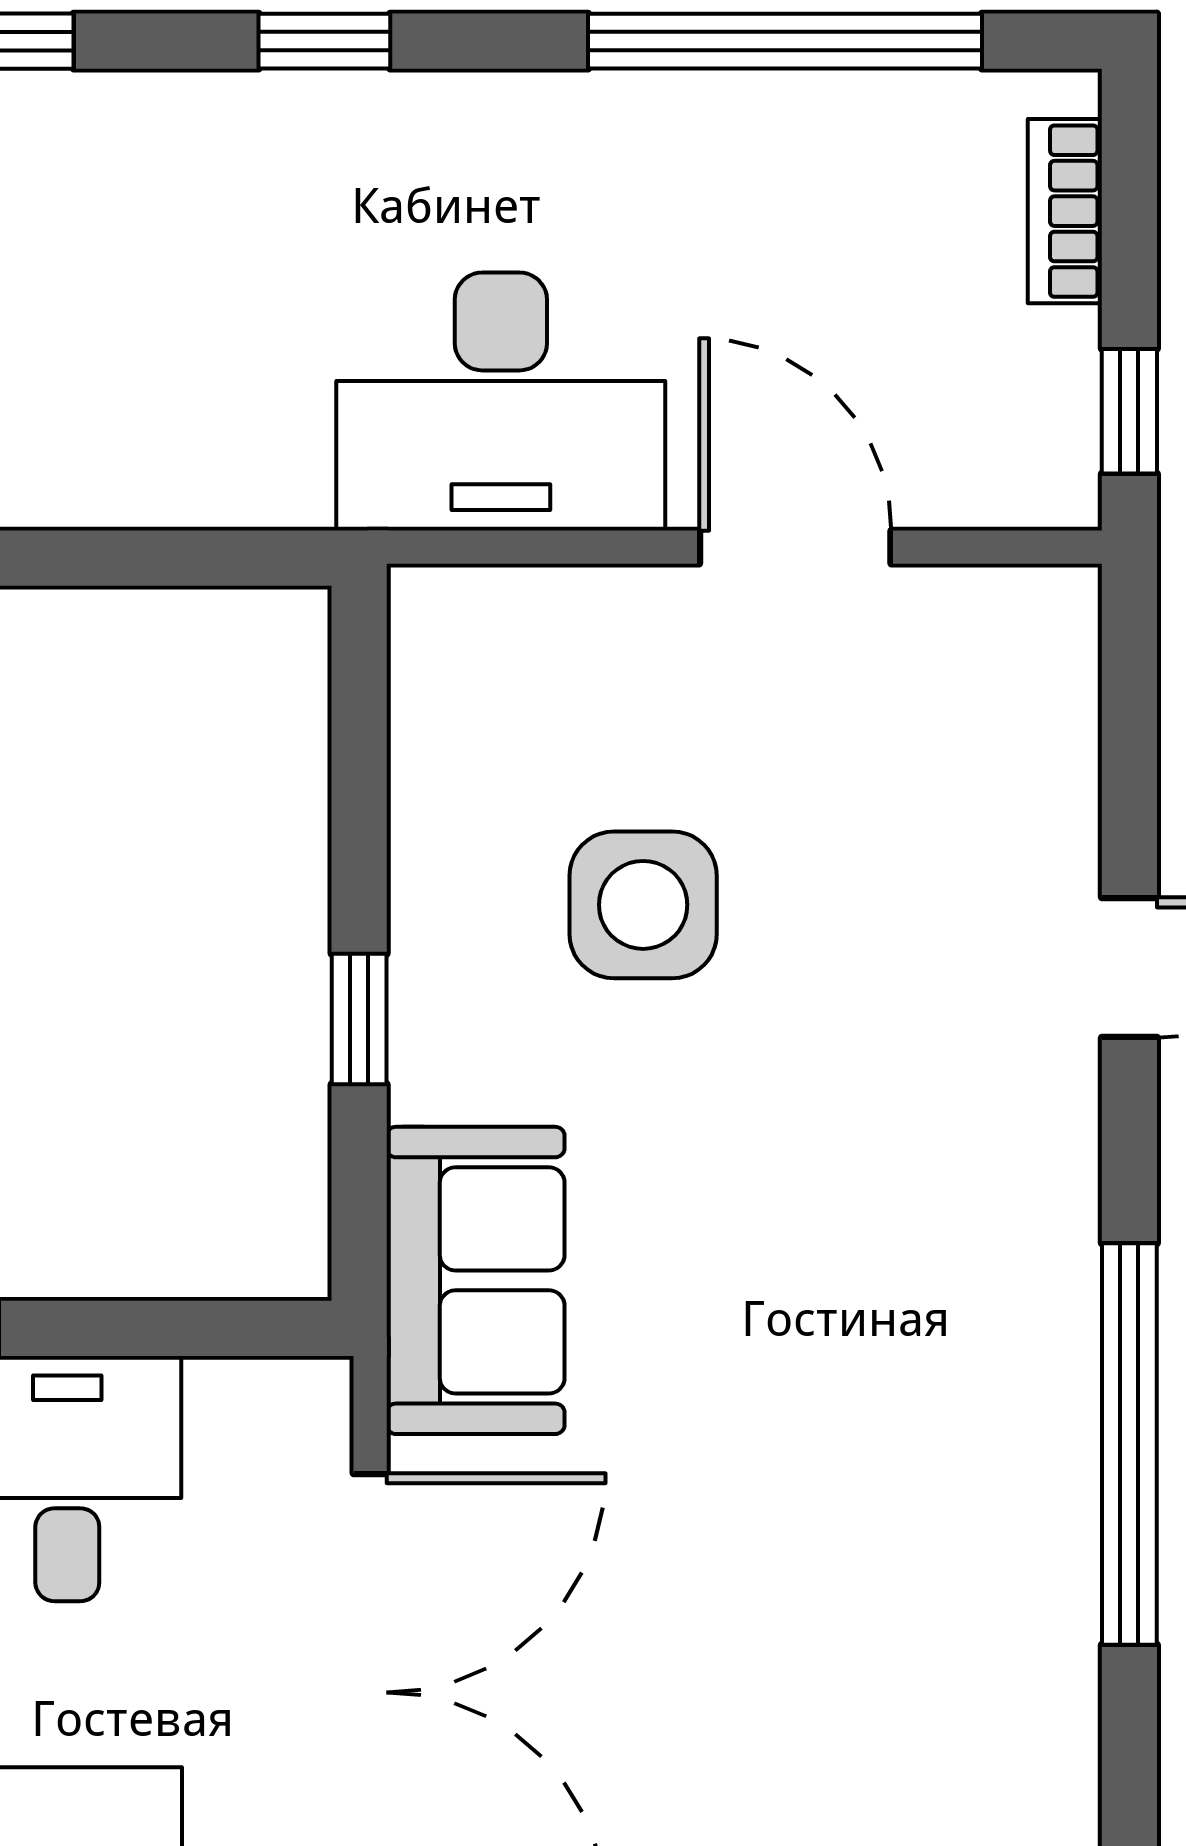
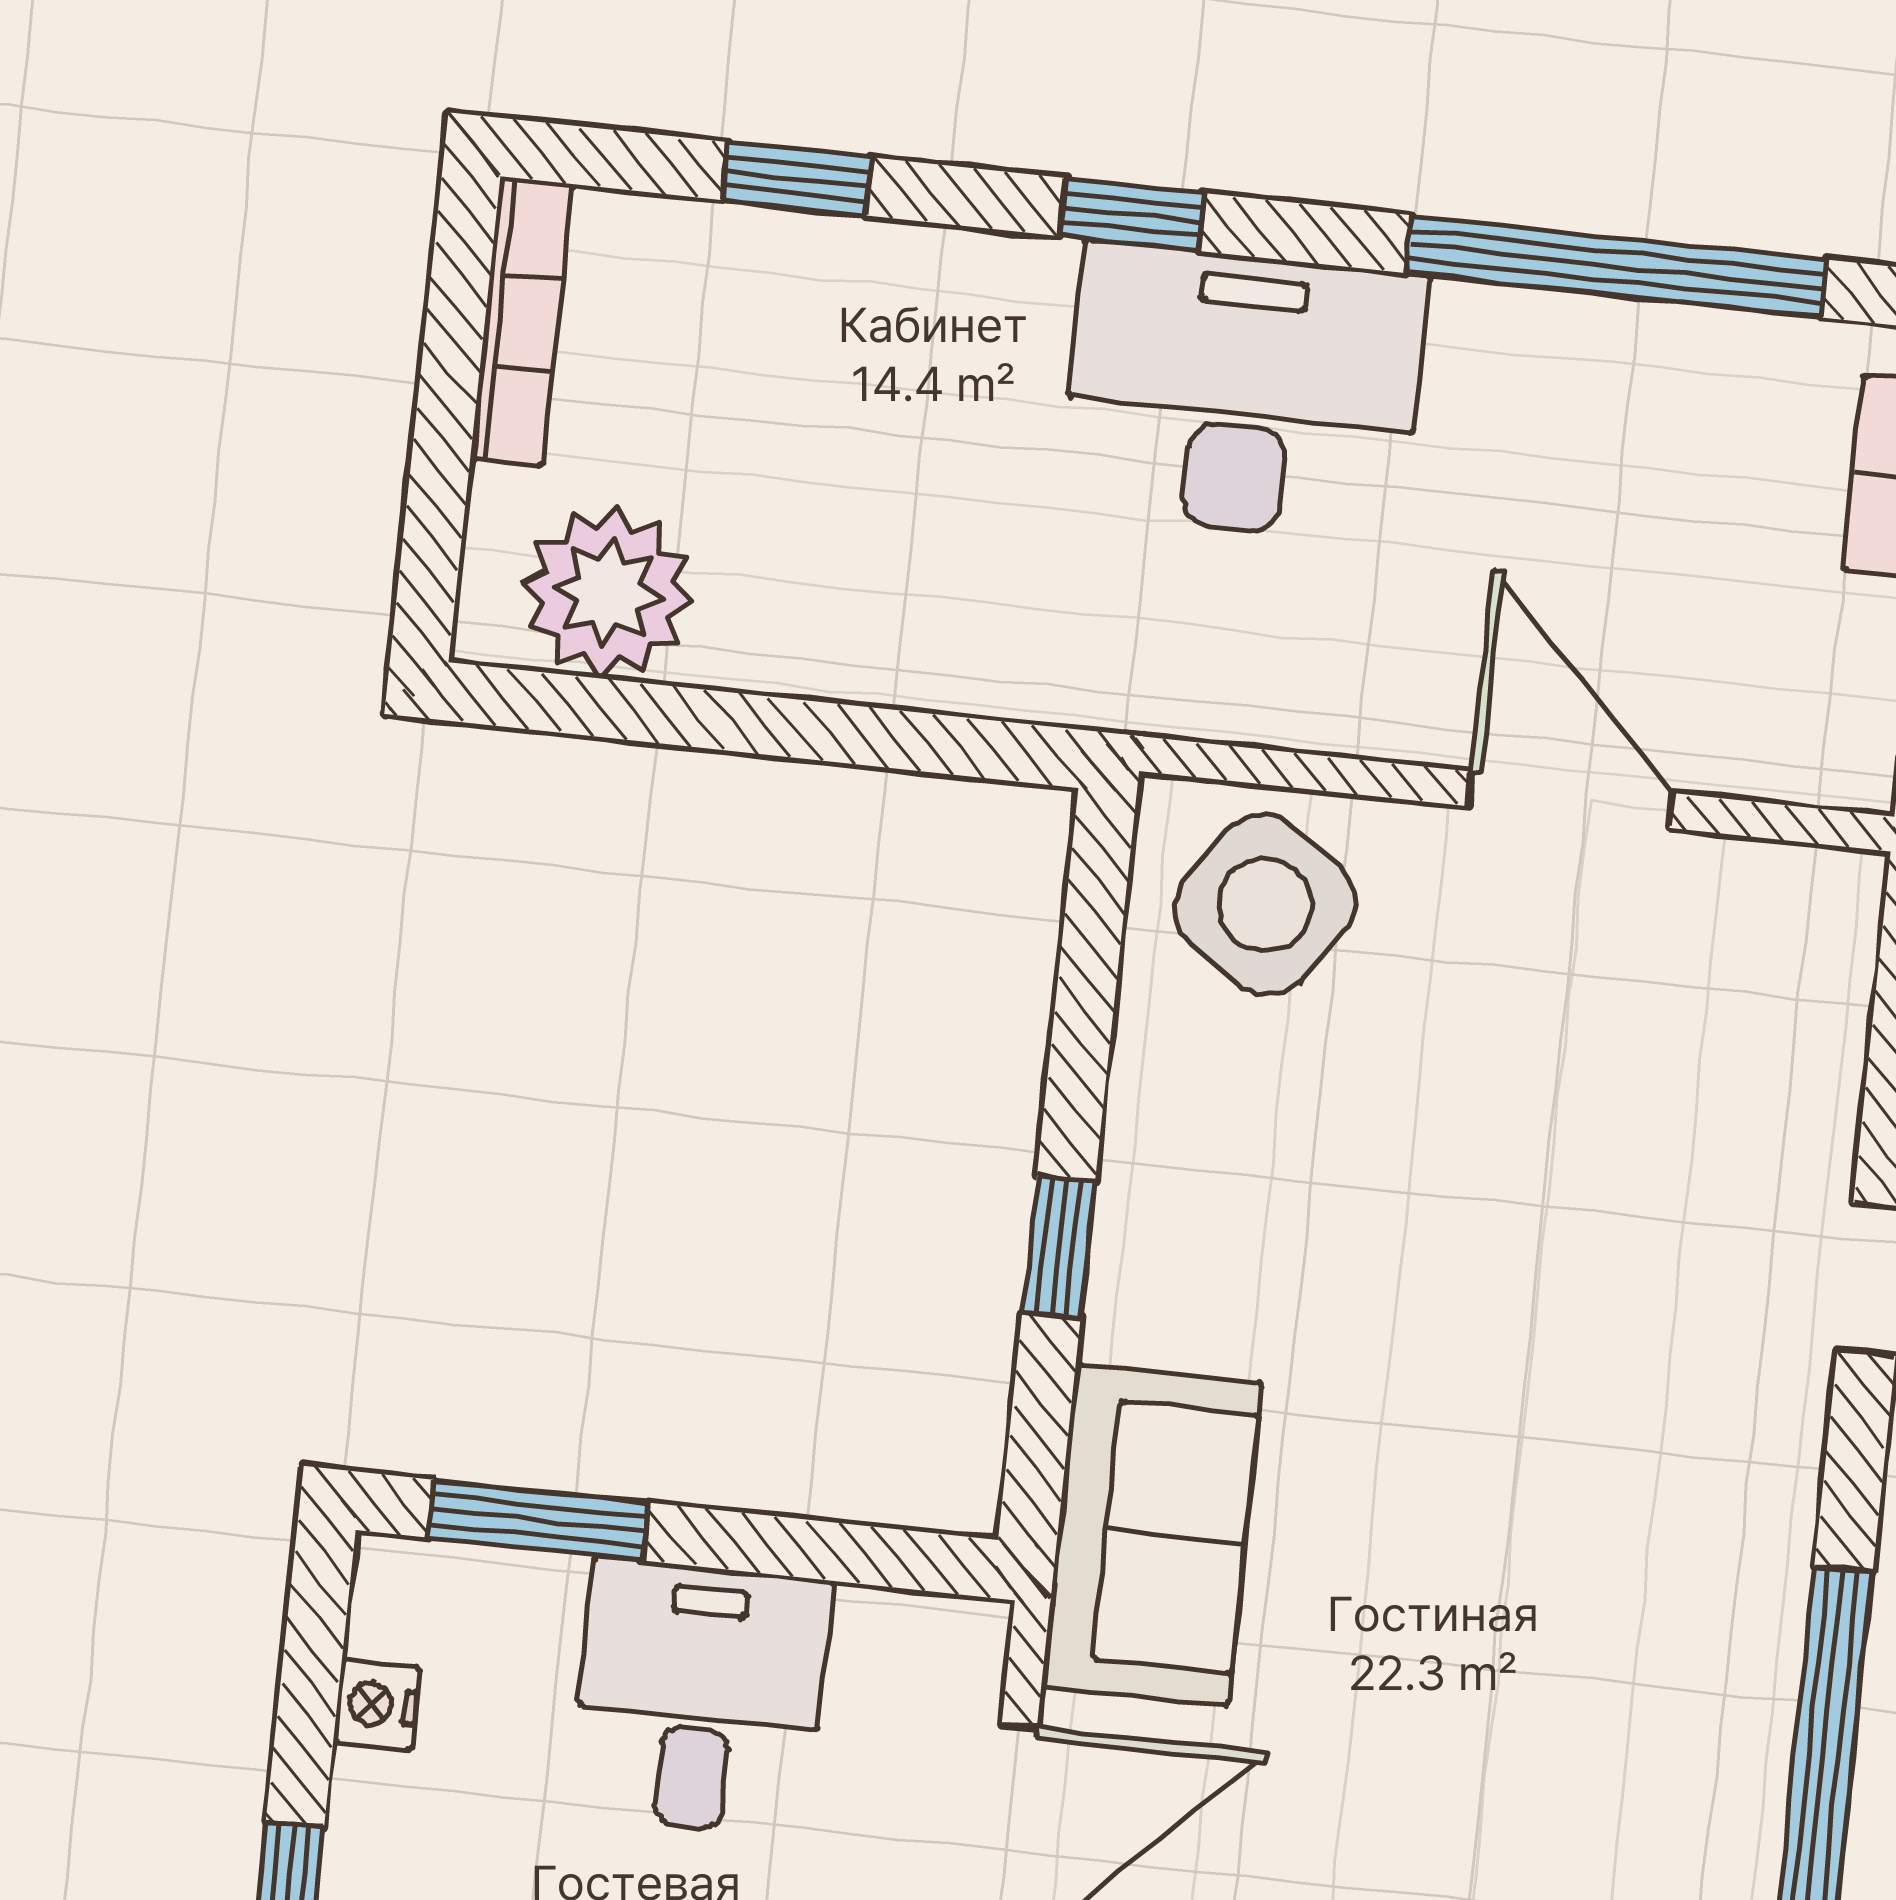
desk: (501, 402) -> (1243, 393), moved, turned 180
side table: (643, 905) -> (1265, 905), moved, turned 35

